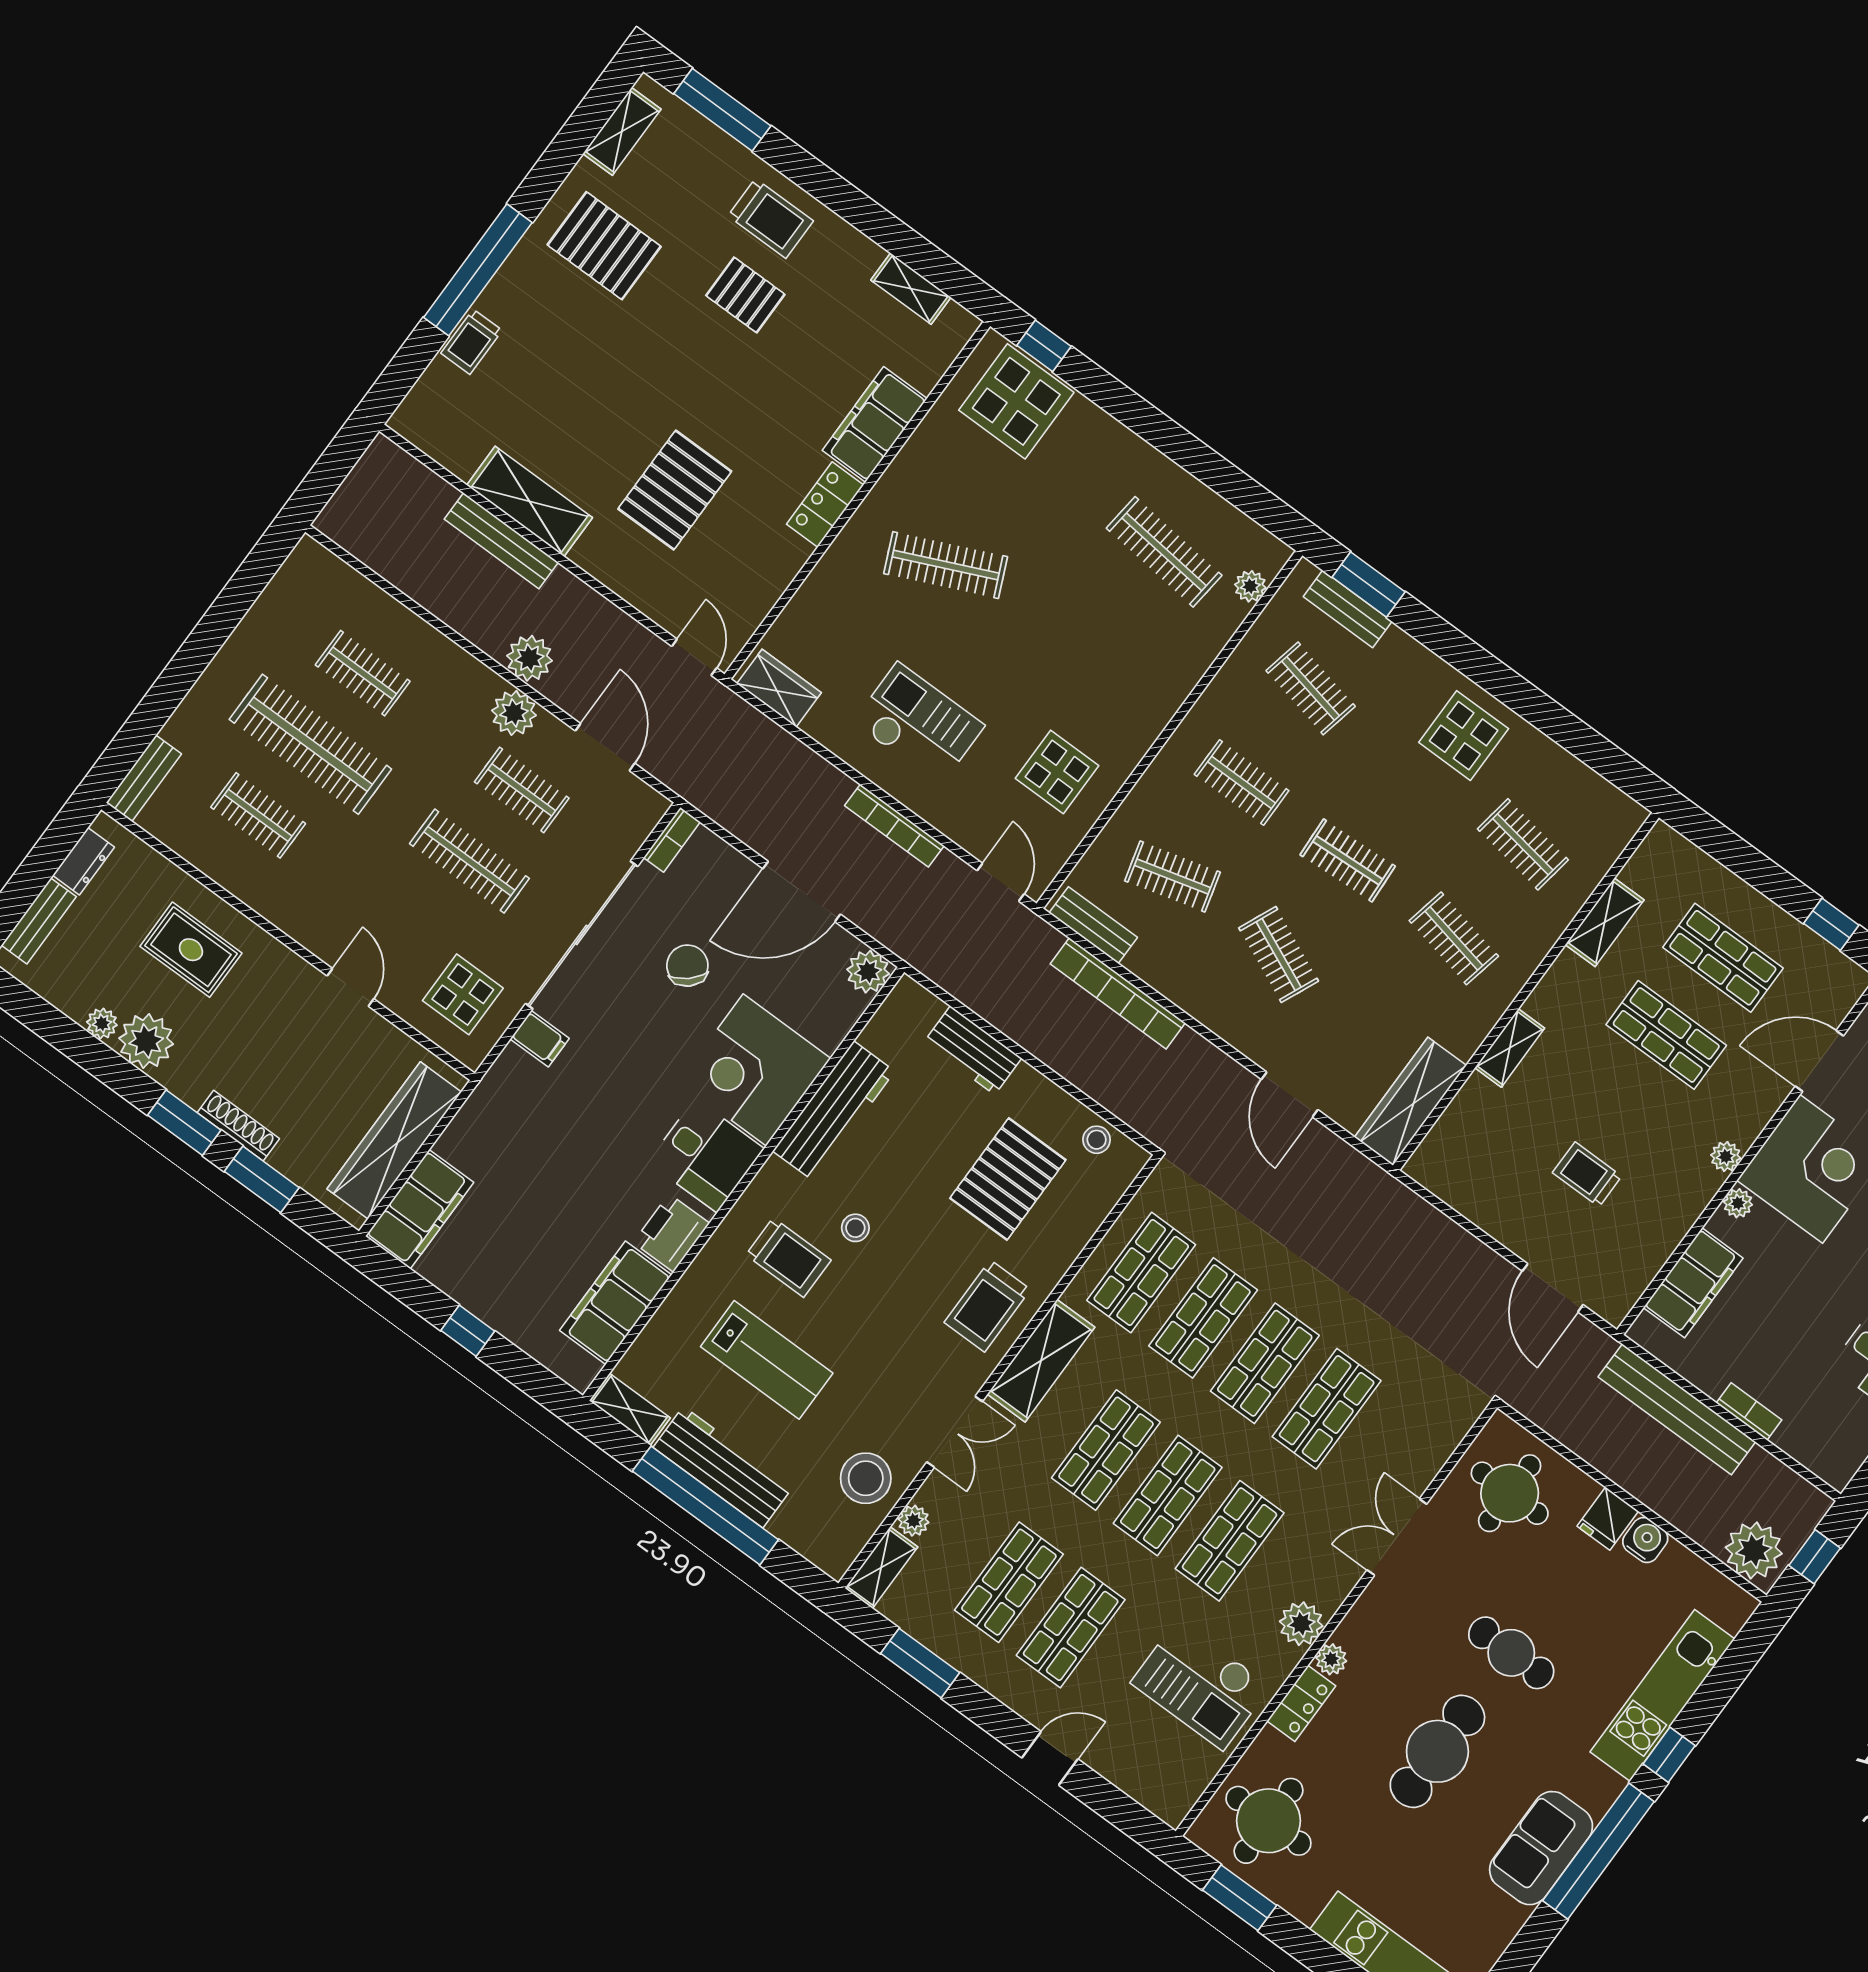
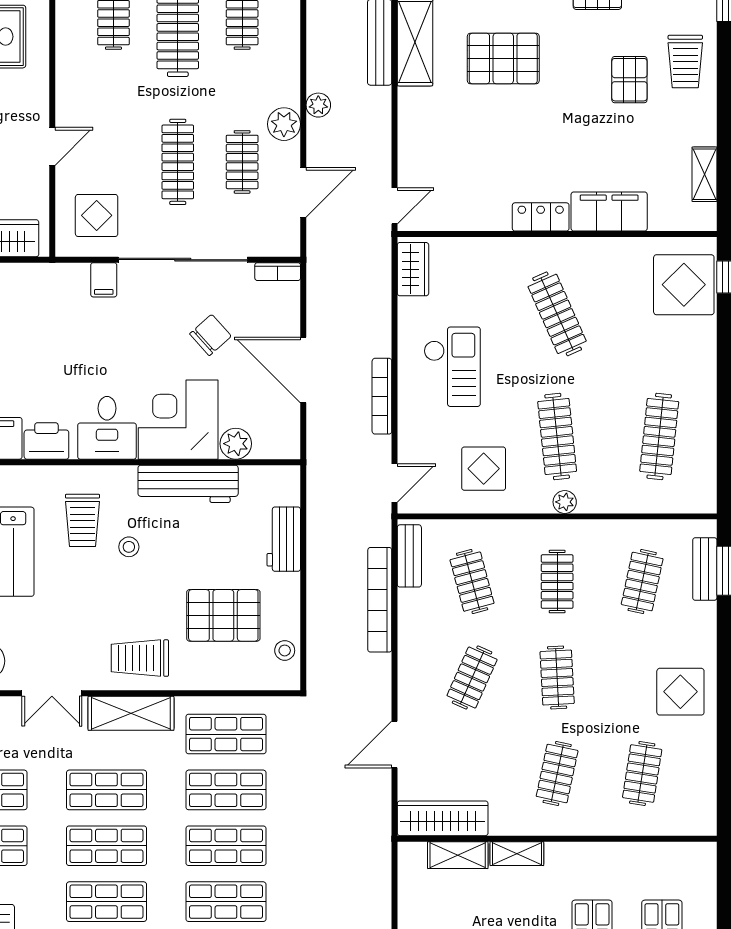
pallet: (675, 490) -> (503, 58), moved
plant: (1250, 586) -> (565, 502), moved
plant: (529, 658) -> (318, 105), width x0.73, depth x0.73
clothes rail: (1081, 665) -> (557, 436), added
shelving: (1605, 922) -> (458, 855), moved
plant: (868, 972) -> (236, 444), moved

